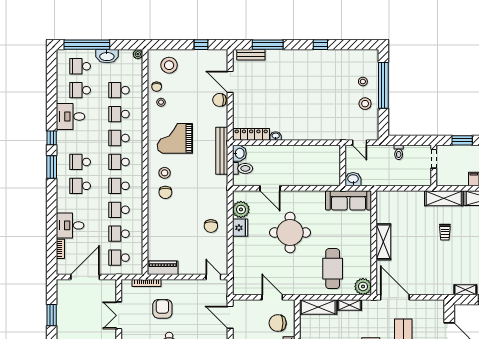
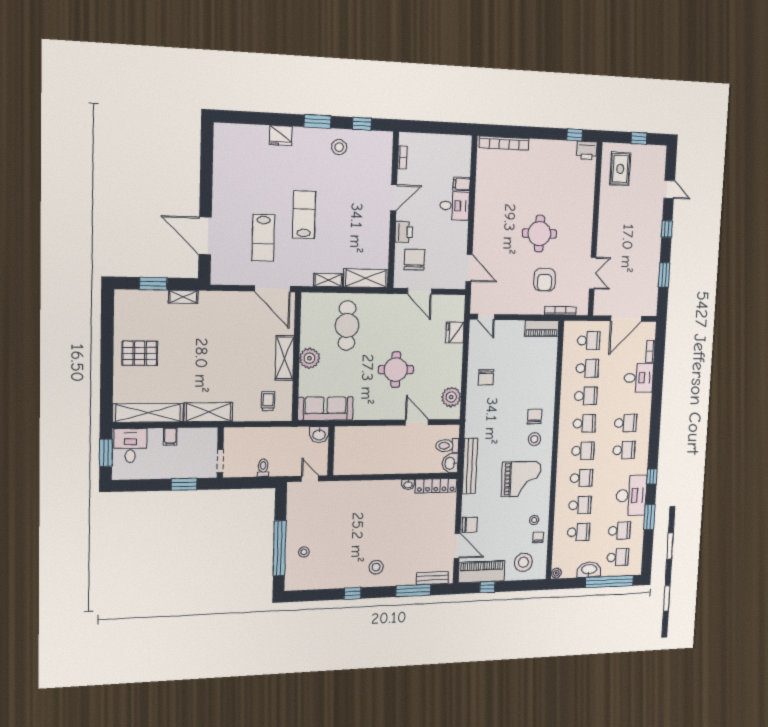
piano: (207, 58) -> (482, 572), added
stool: (365, 104) -> (376, 567), moved
desk: (71, 116) -> (631, 496), width x1.37
window: (52, 167) -> (649, 517), moved
chair: (211, 226) -> (486, 377), turned 180
fridge: (240, 228) -> (455, 332), moved
trolley: (445, 232) -> (268, 401), moved
round table: (290, 233) -> (396, 370), width x0.73, depth x0.73
plant: (363, 286) -> (309, 358), moved
chair: (278, 323) -> (414, 260), turned -90

